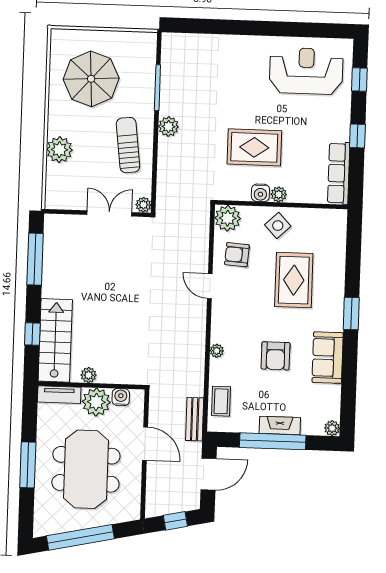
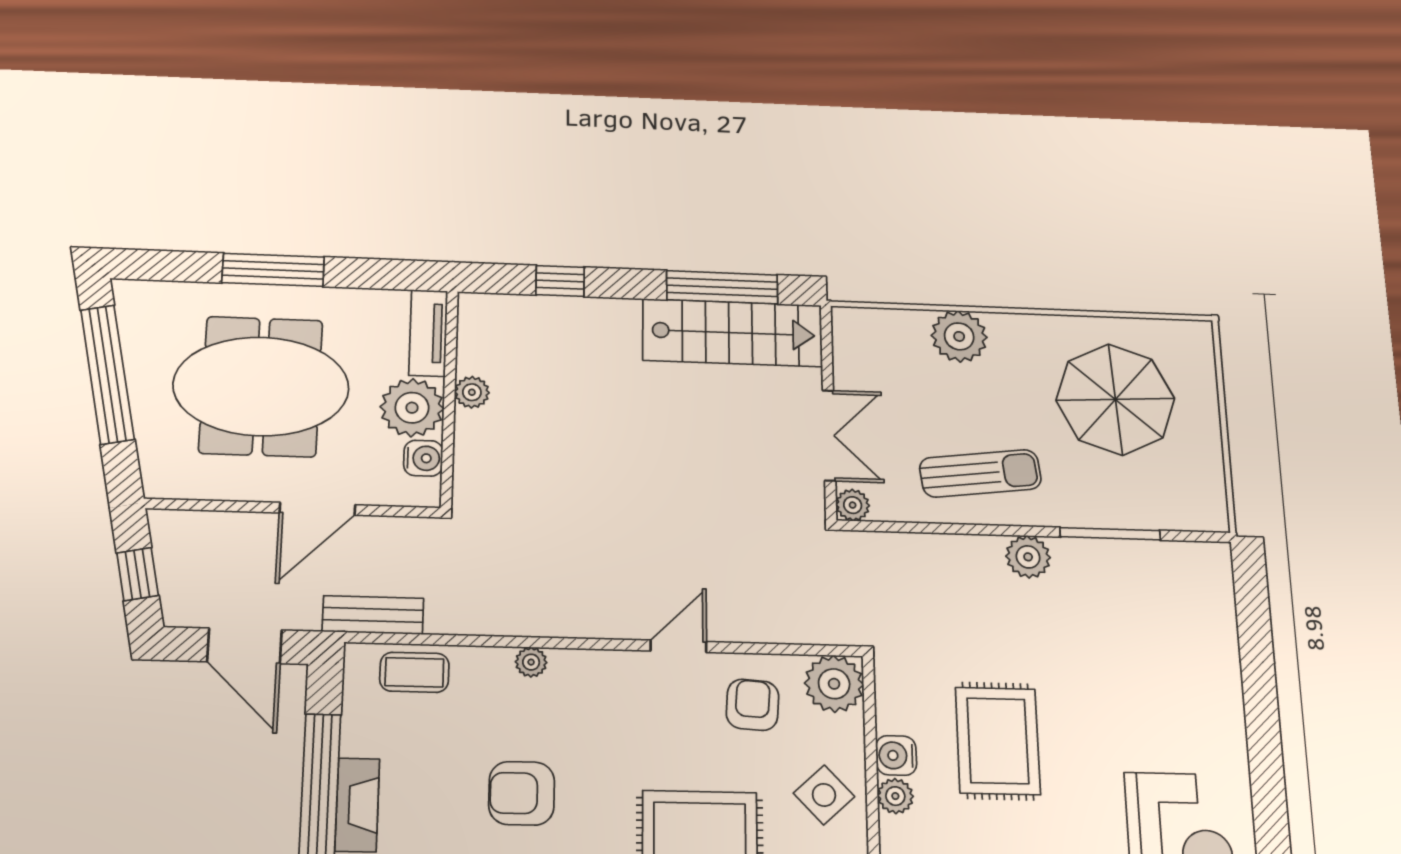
stairs: (55, 340) -> (732, 333), moved

